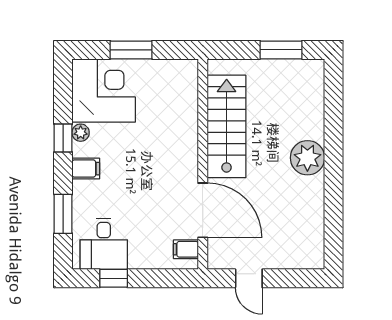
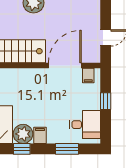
plant: (81, 133) -> (23, 134), width x1.88, depth x1.88
window: (114, 278) -> (106, 101), moved

